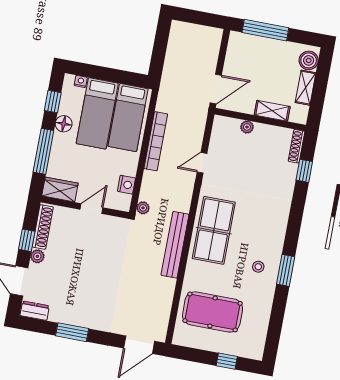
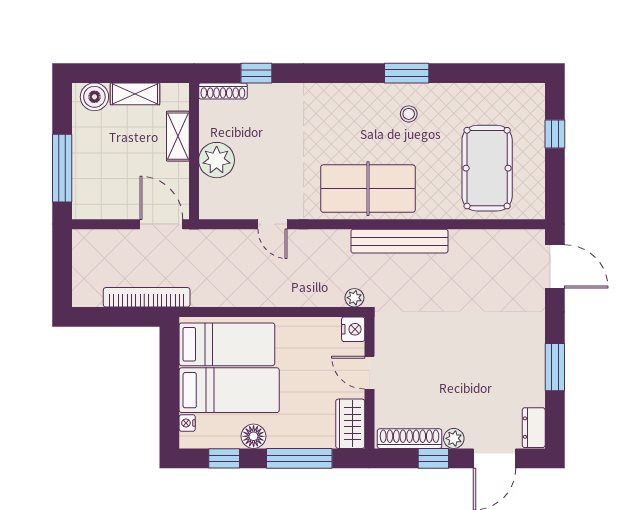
plant: (247, 127) -> (217, 160), width x1.87, depth x1.87
bookcase: (156, 141) -> (147, 297), moved
nightstand: (126, 185) -> (353, 329), moved, turned 90

